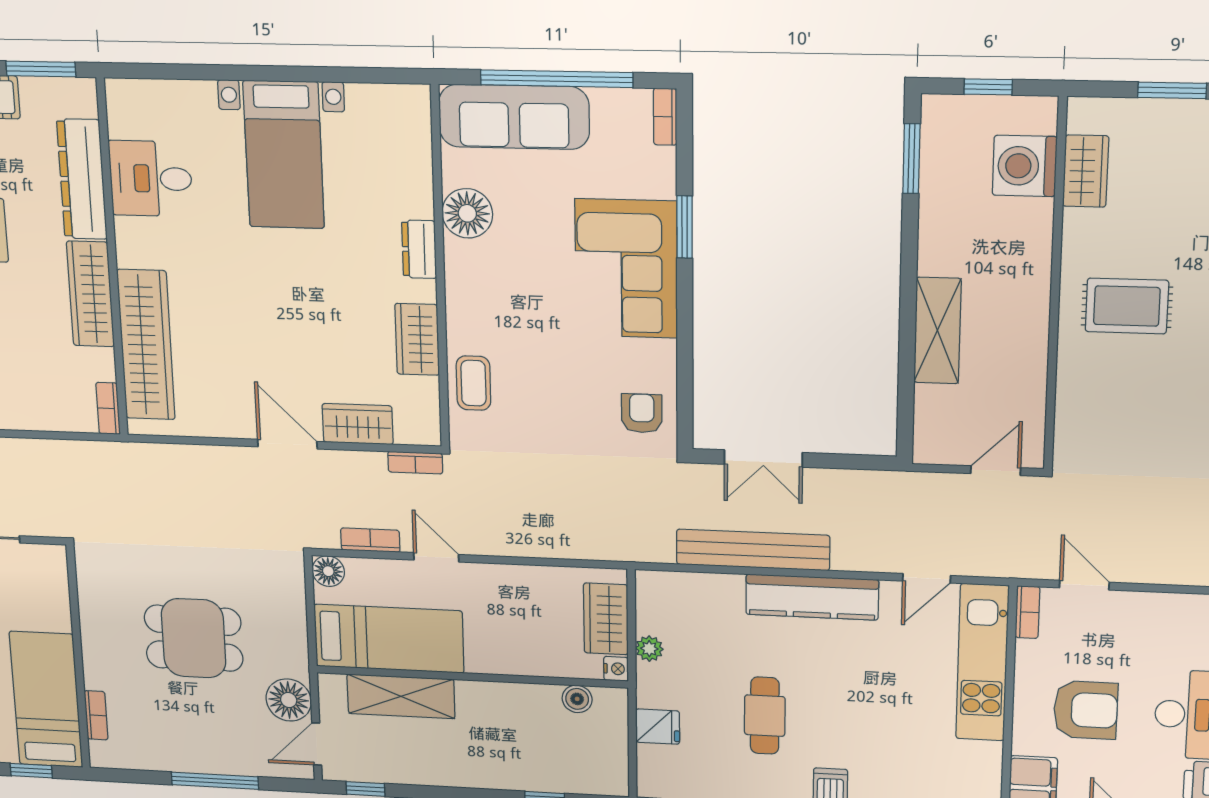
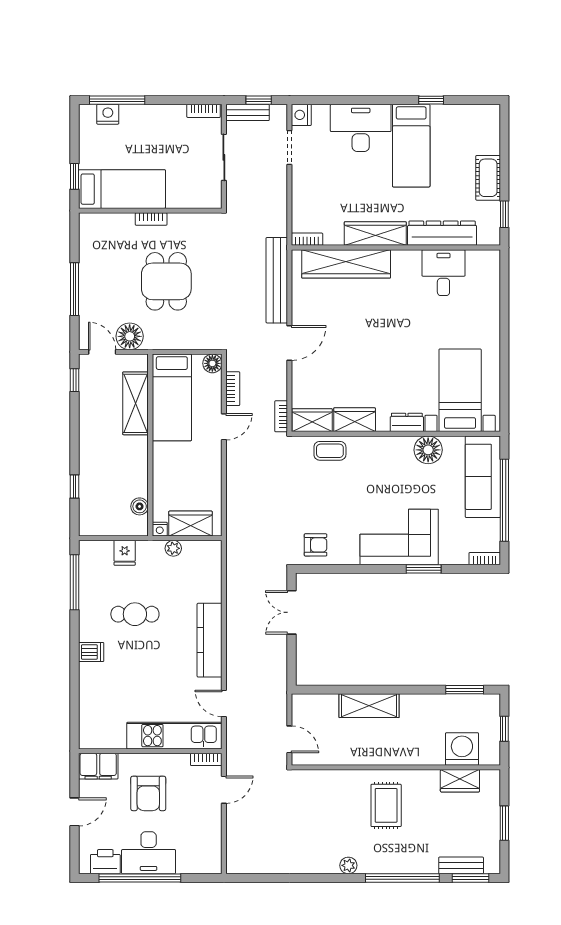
window: (41, 69) -> (504, 214), width x0.67
bed with nightstands: (284, 155) -> (460, 390), moved, turned 90
wardrobe: (358, 424) -> (312, 420), moved, turned -90
bench: (753, 550) -> (277, 280), moved
bookcase: (96, 715) -> (151, 219), moved

